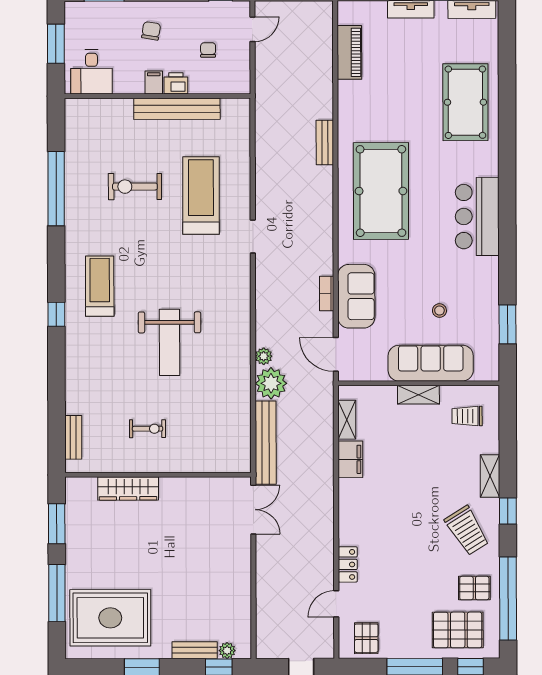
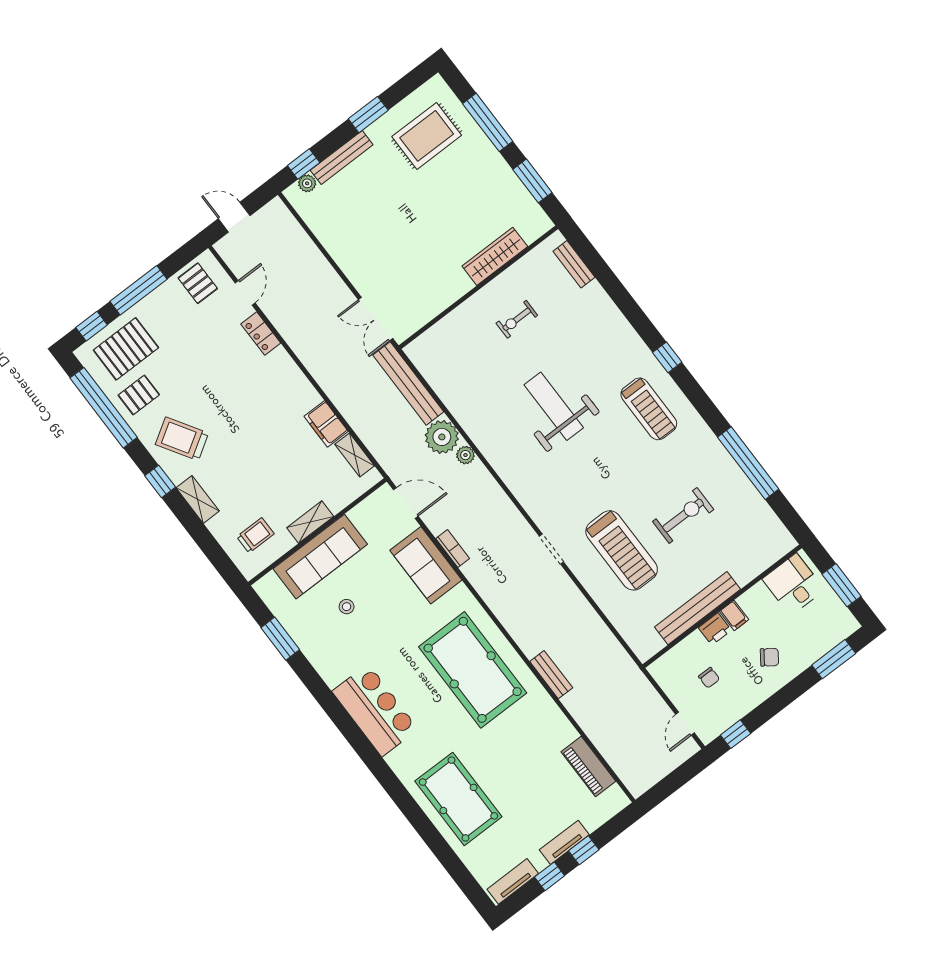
chair: (151, 31) -> (769, 657), turned -63
rug: (110, 618) -> (427, 136), width x0.73, depth x0.69
bench: (195, 650) -> (342, 157), width x1.36

